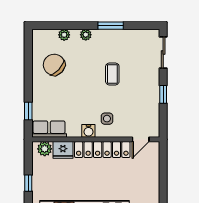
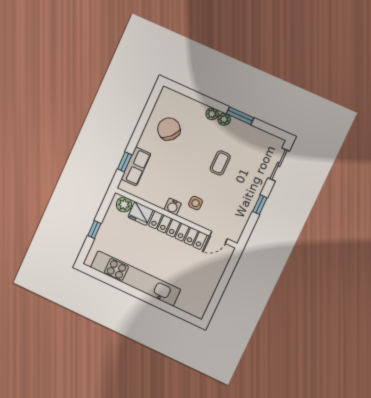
plant: (64, 35) -> (224, 119), moved
row of seats: (49, 129) -> (136, 166), moved, turned 90

